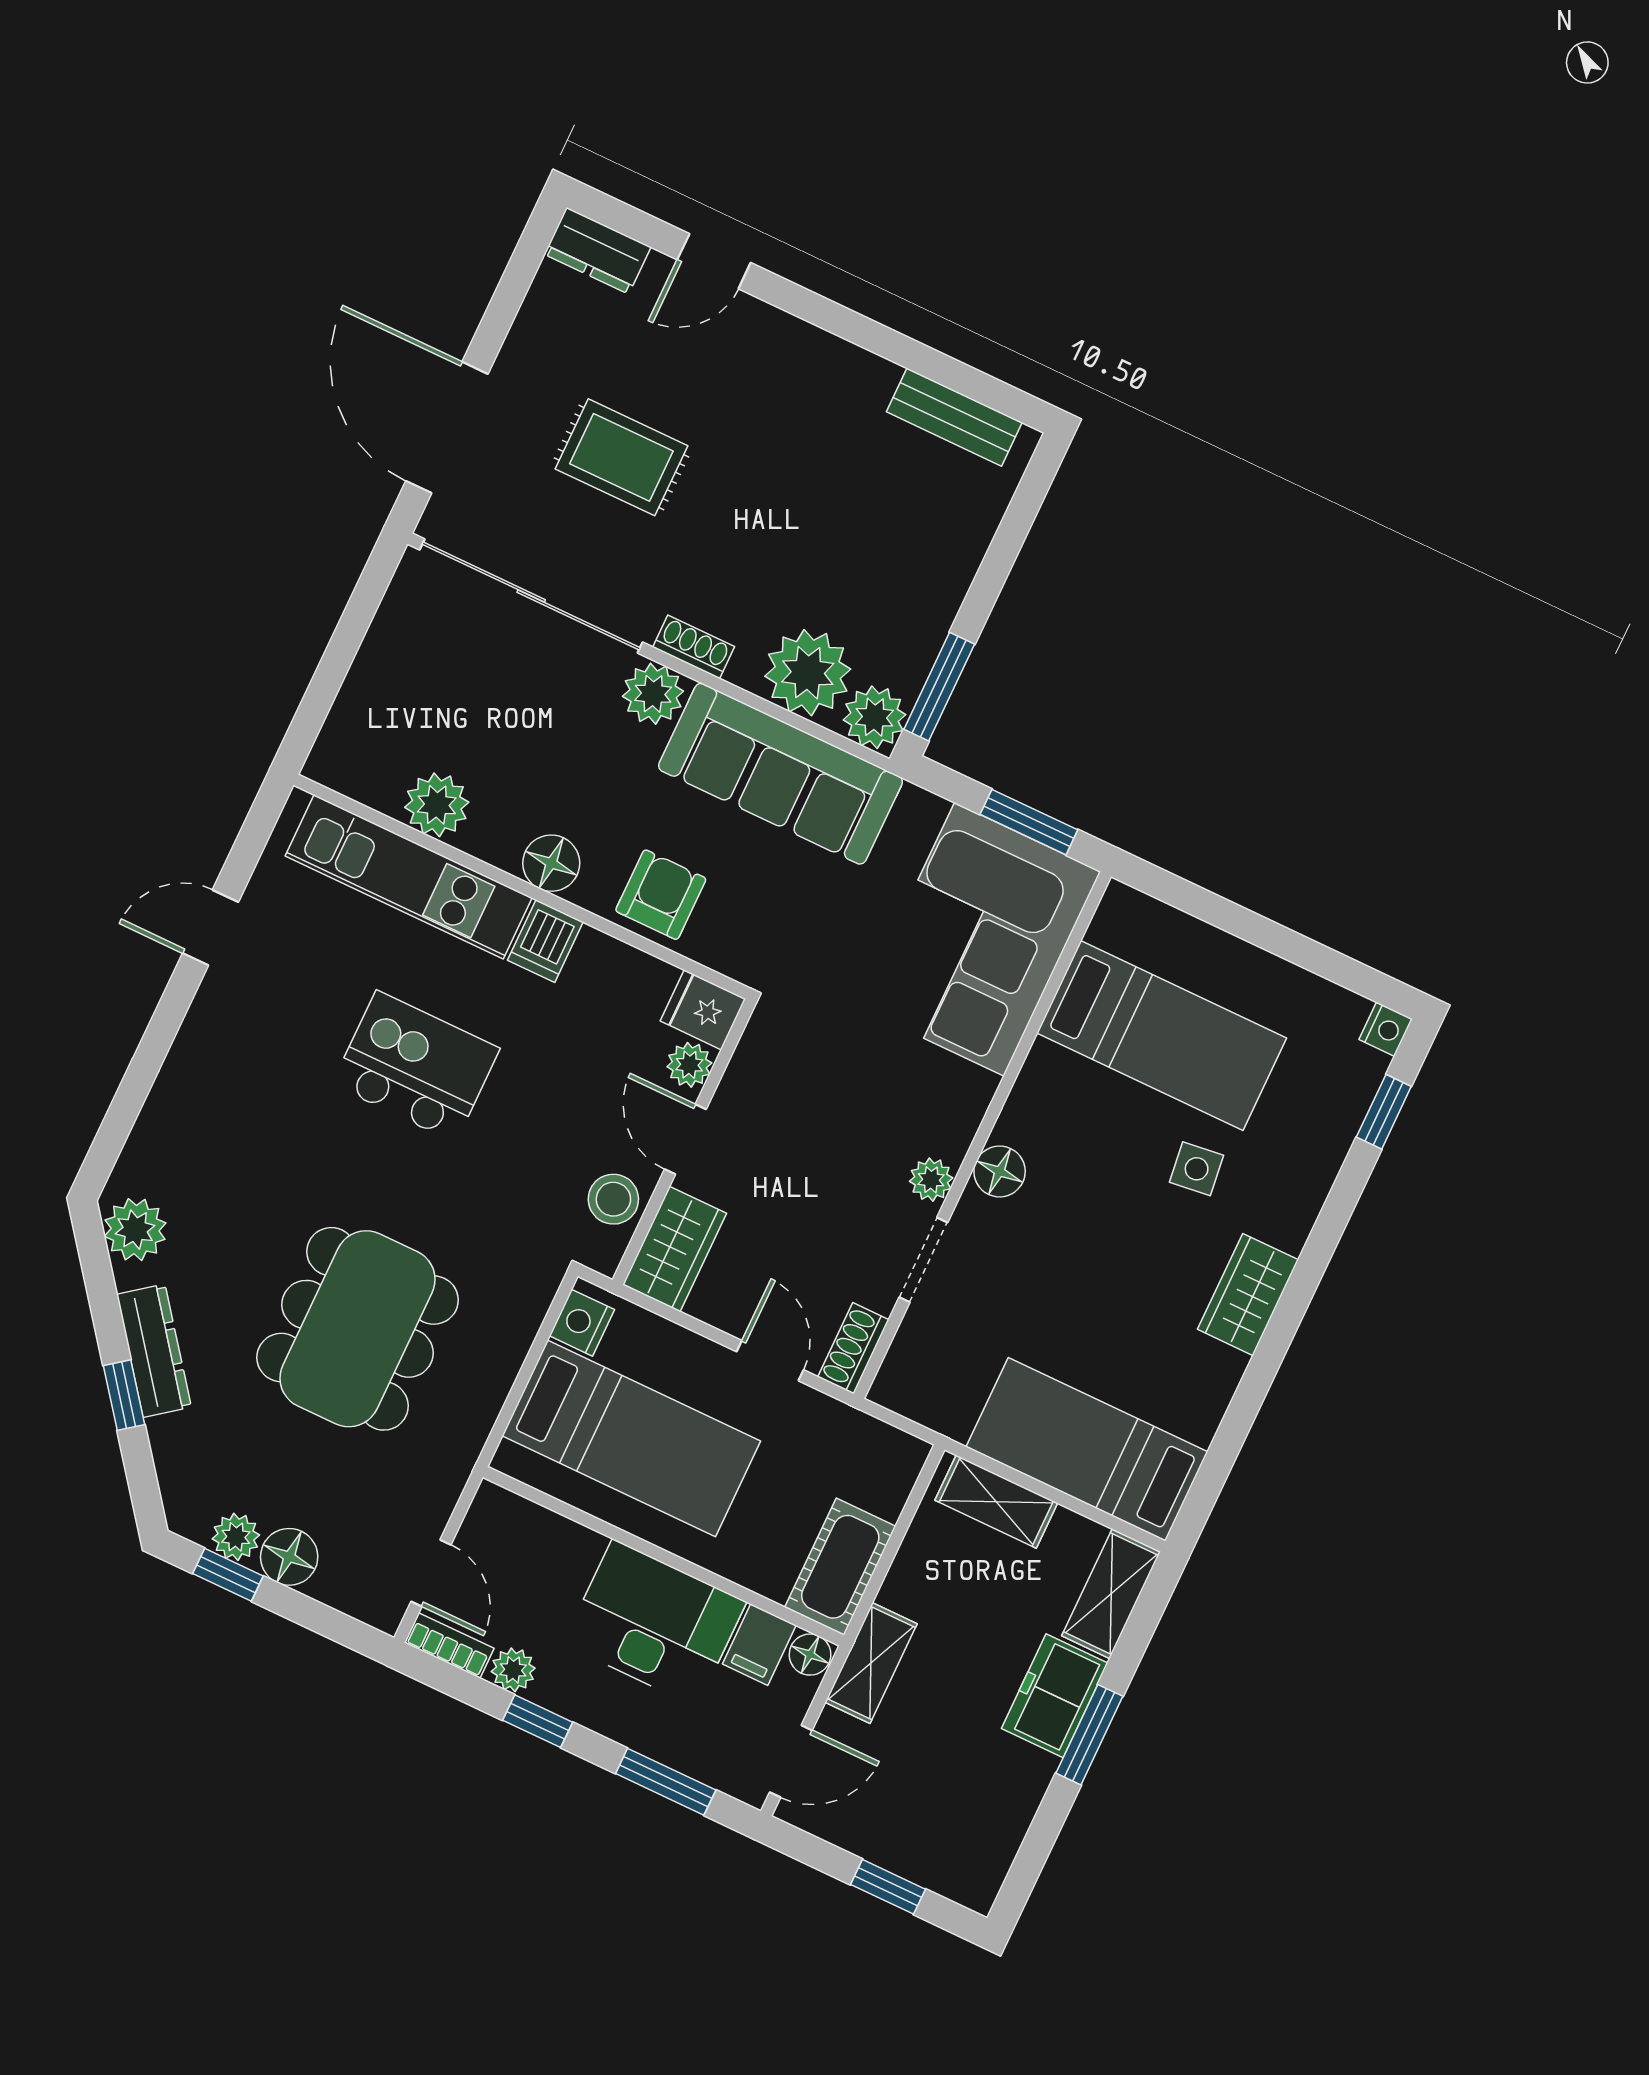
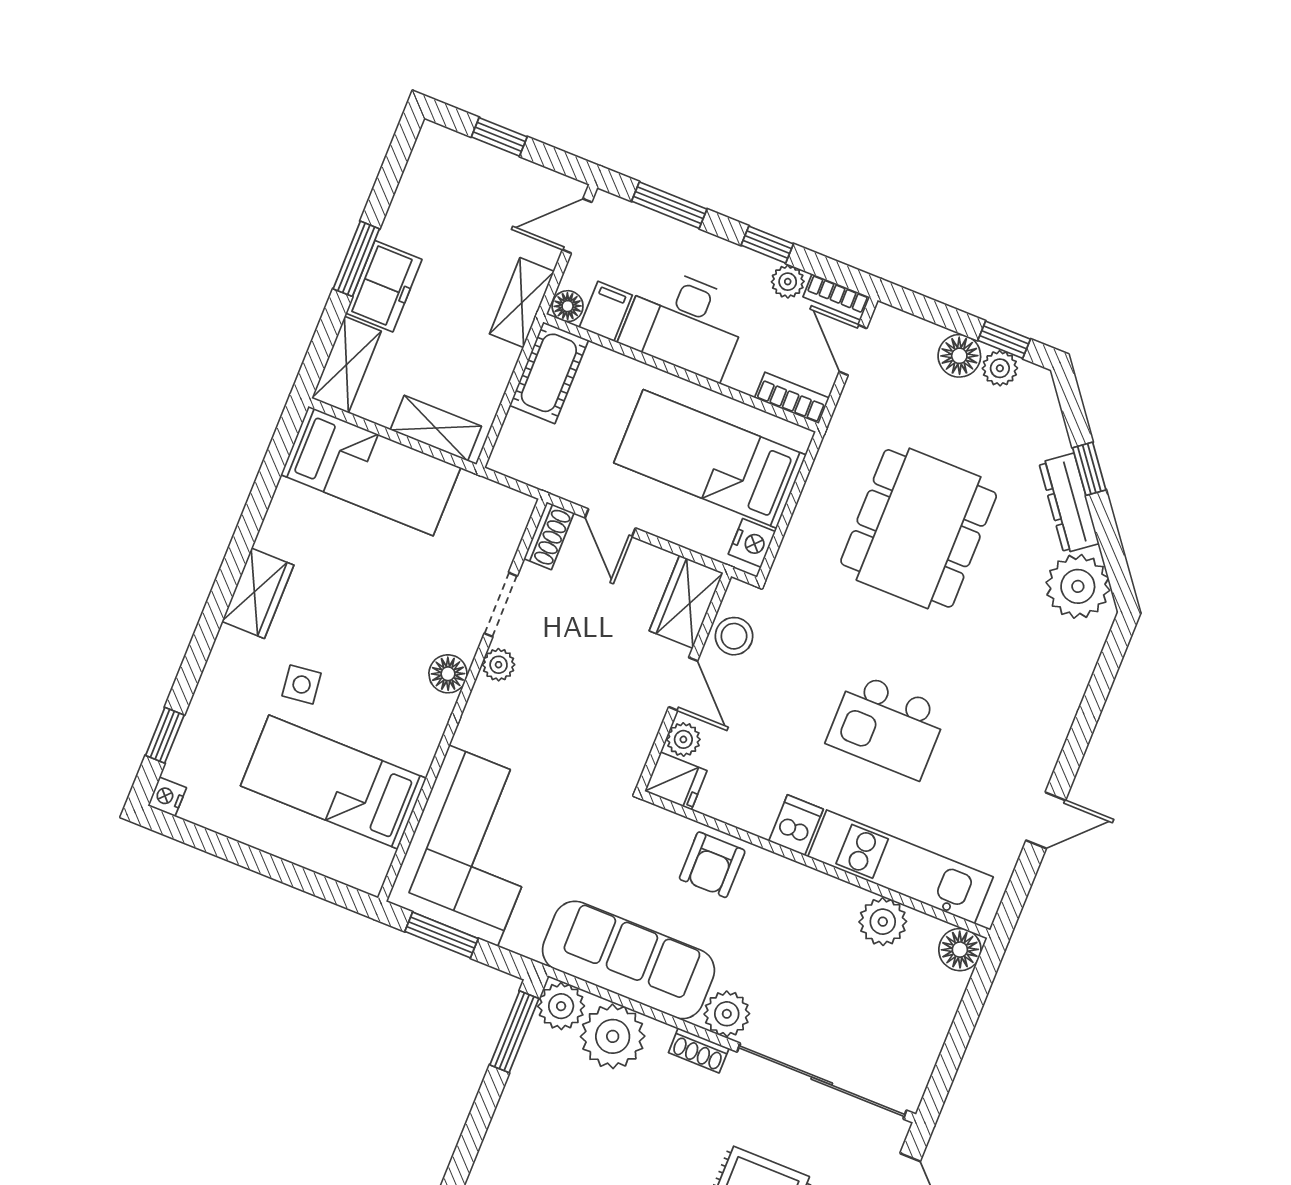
floor lamp: (551, 863) -> (960, 950), moved
plant: (135, 1230) -> (1078, 586), width x1.36, depth x1.36
bookcase: (517, 1514) -> (792, 398), added

